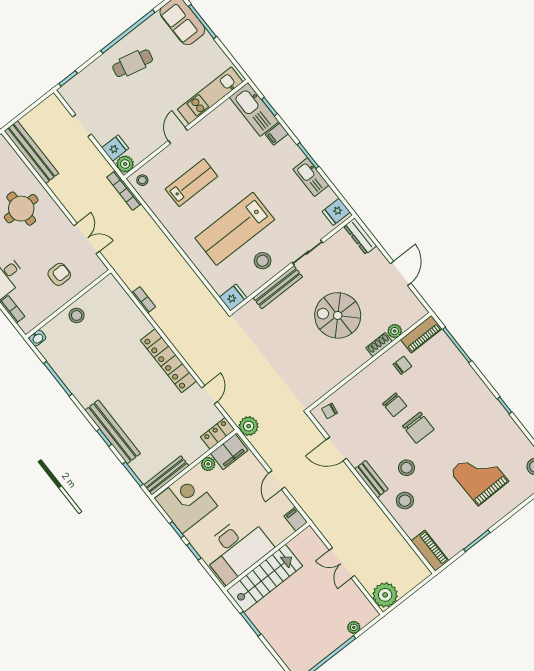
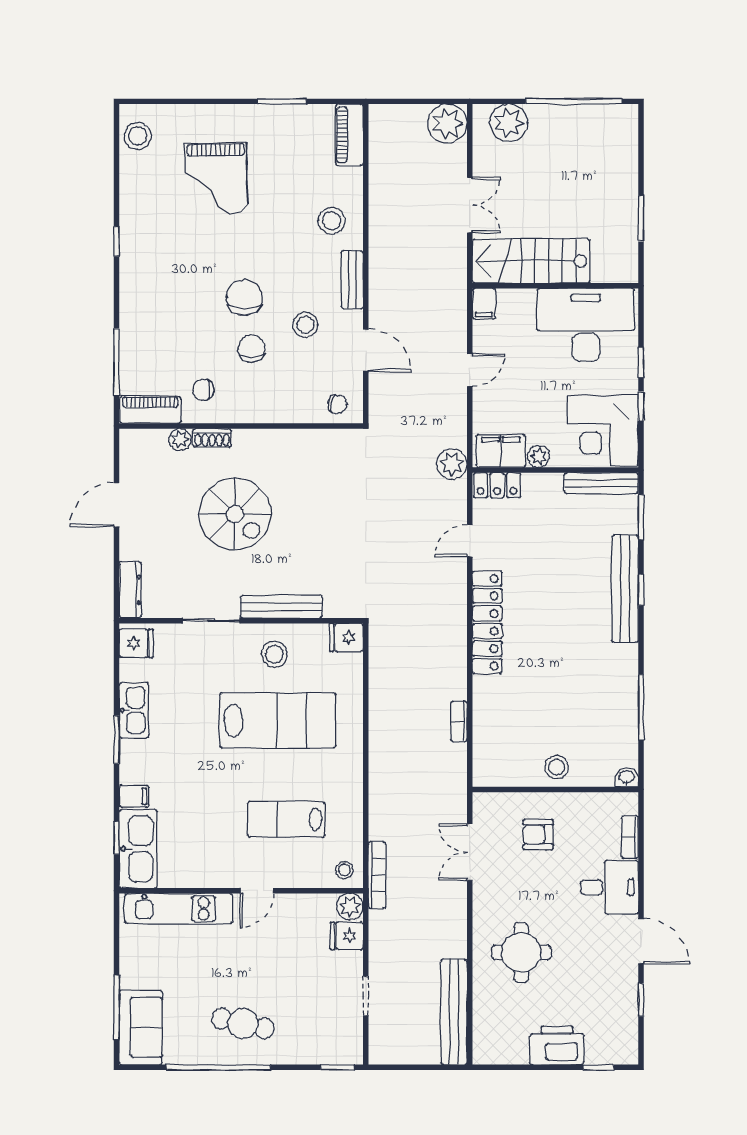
stool: (406, 468) -> (305, 325), moved
stairs: (265, 578) -> (531, 261), moved
plant: (354, 627) -> (509, 123), width x1.88, depth x1.88

